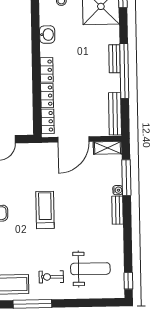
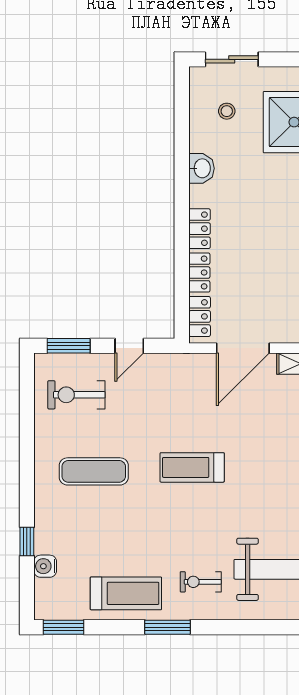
treadmill: (45, 210) -> (192, 467), turned -90
window: (32, 304) -> (168, 627), width x0.69

